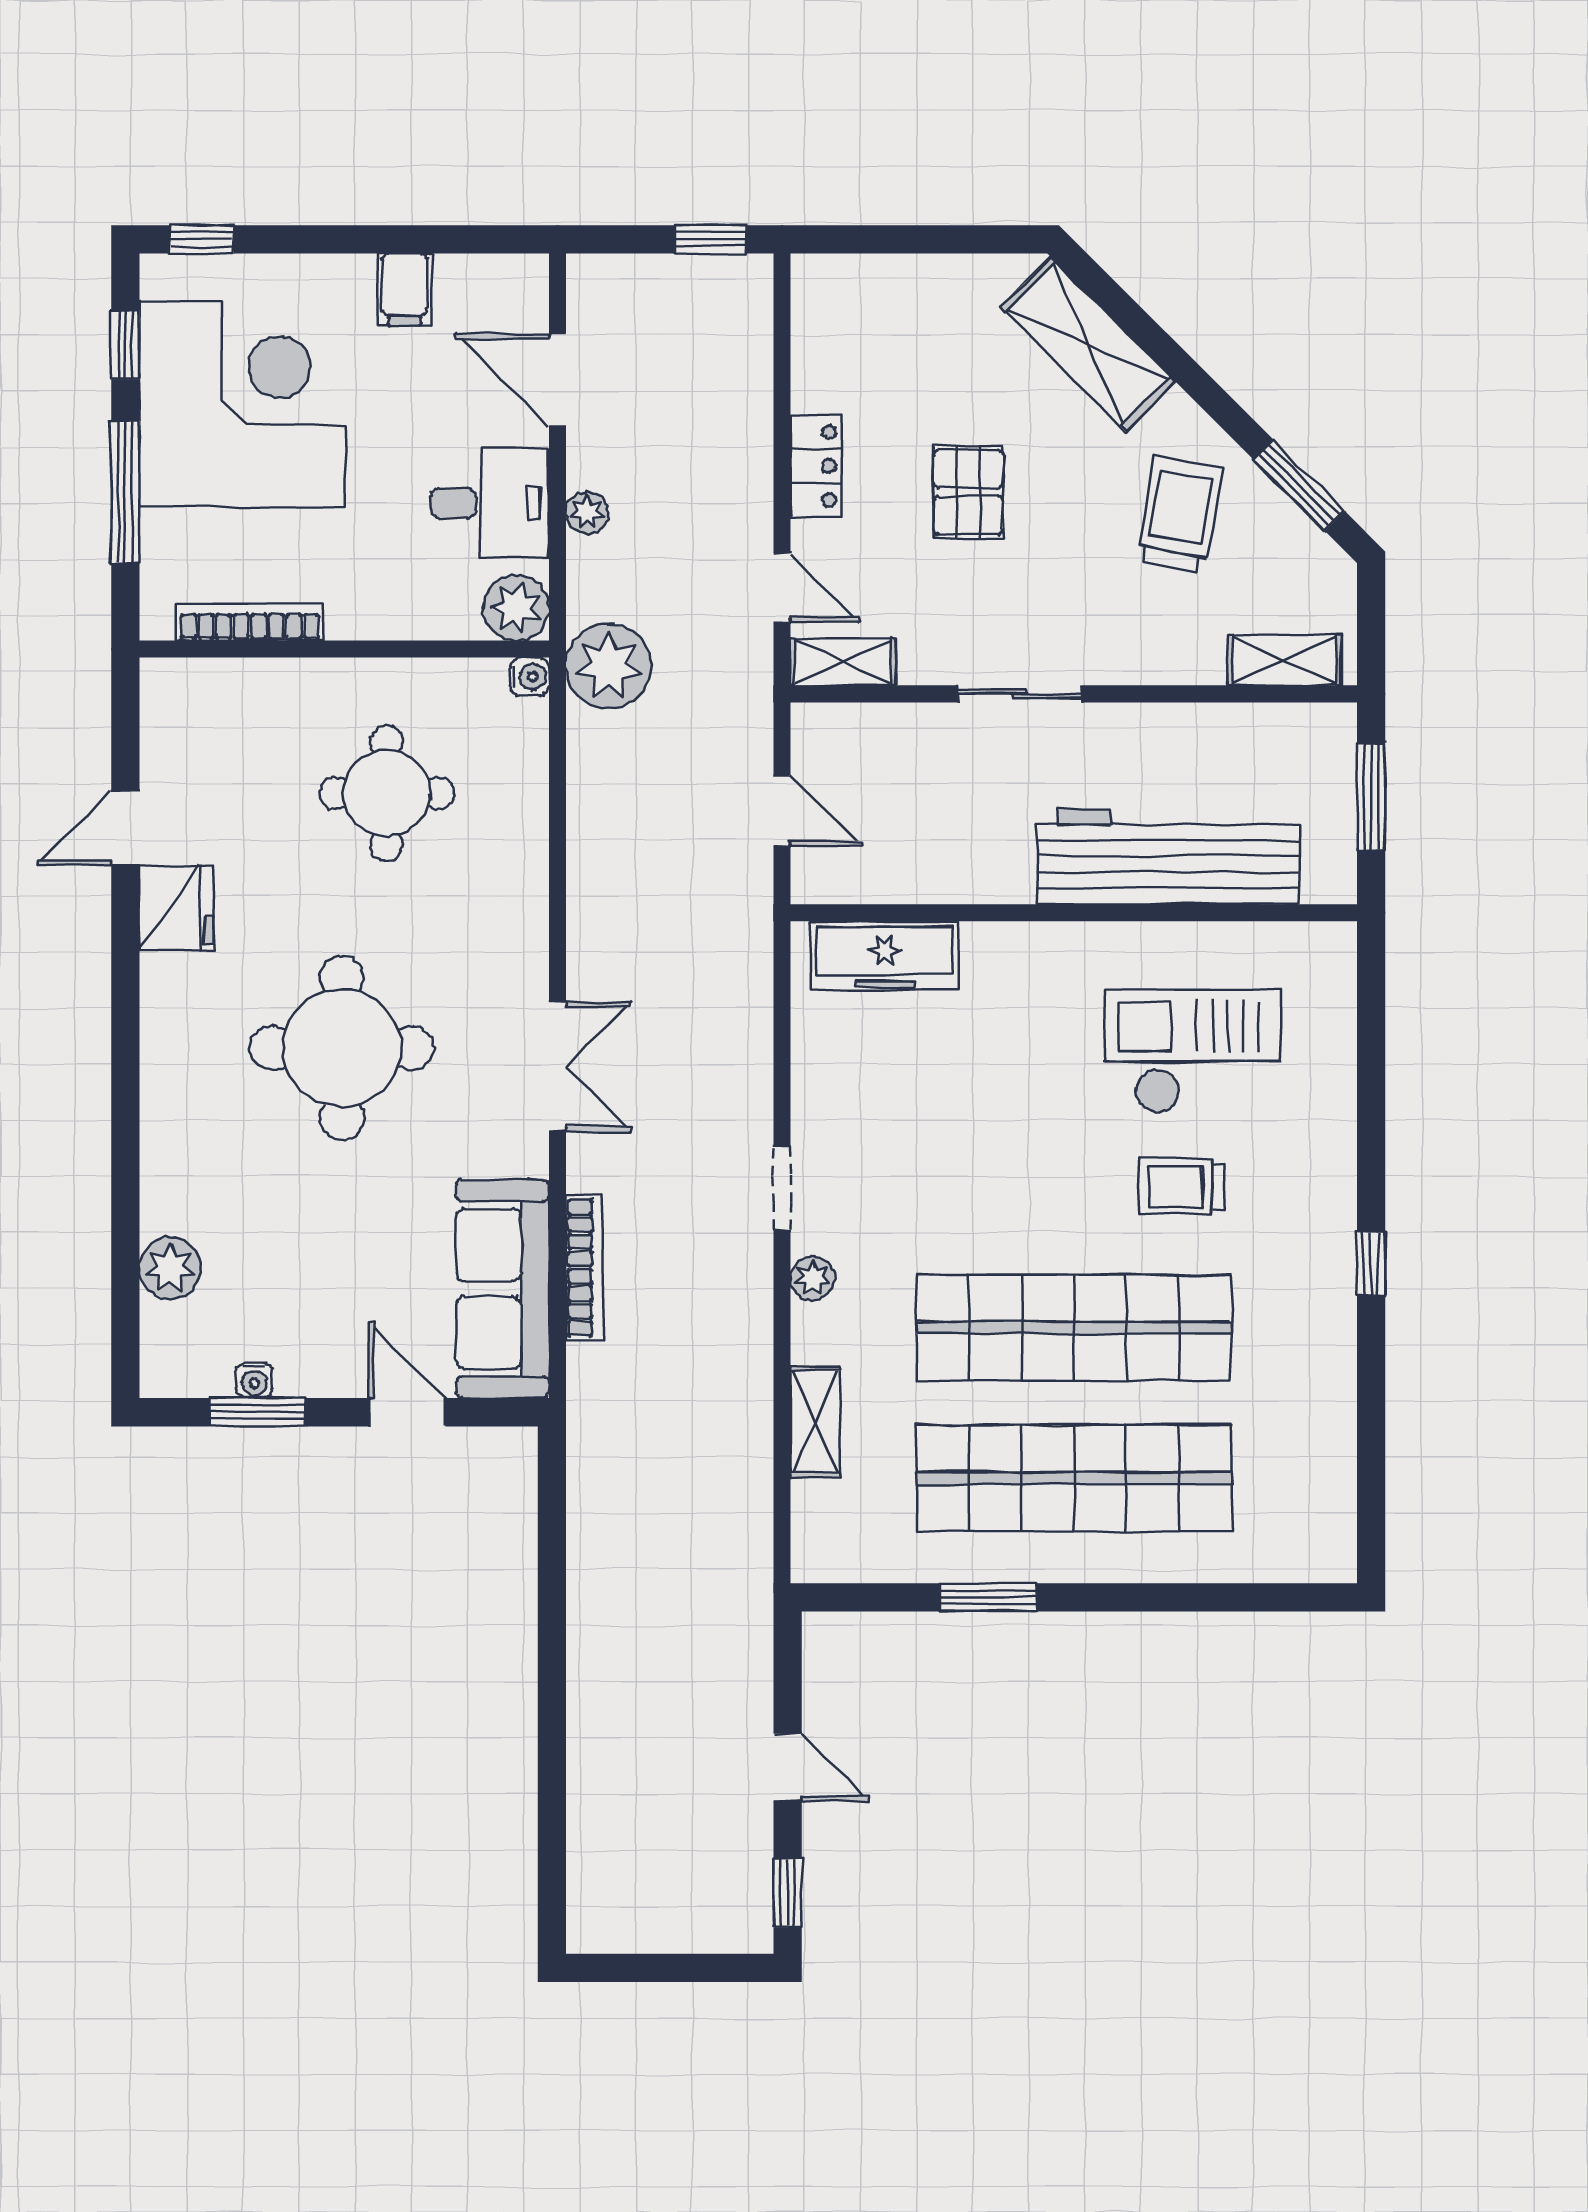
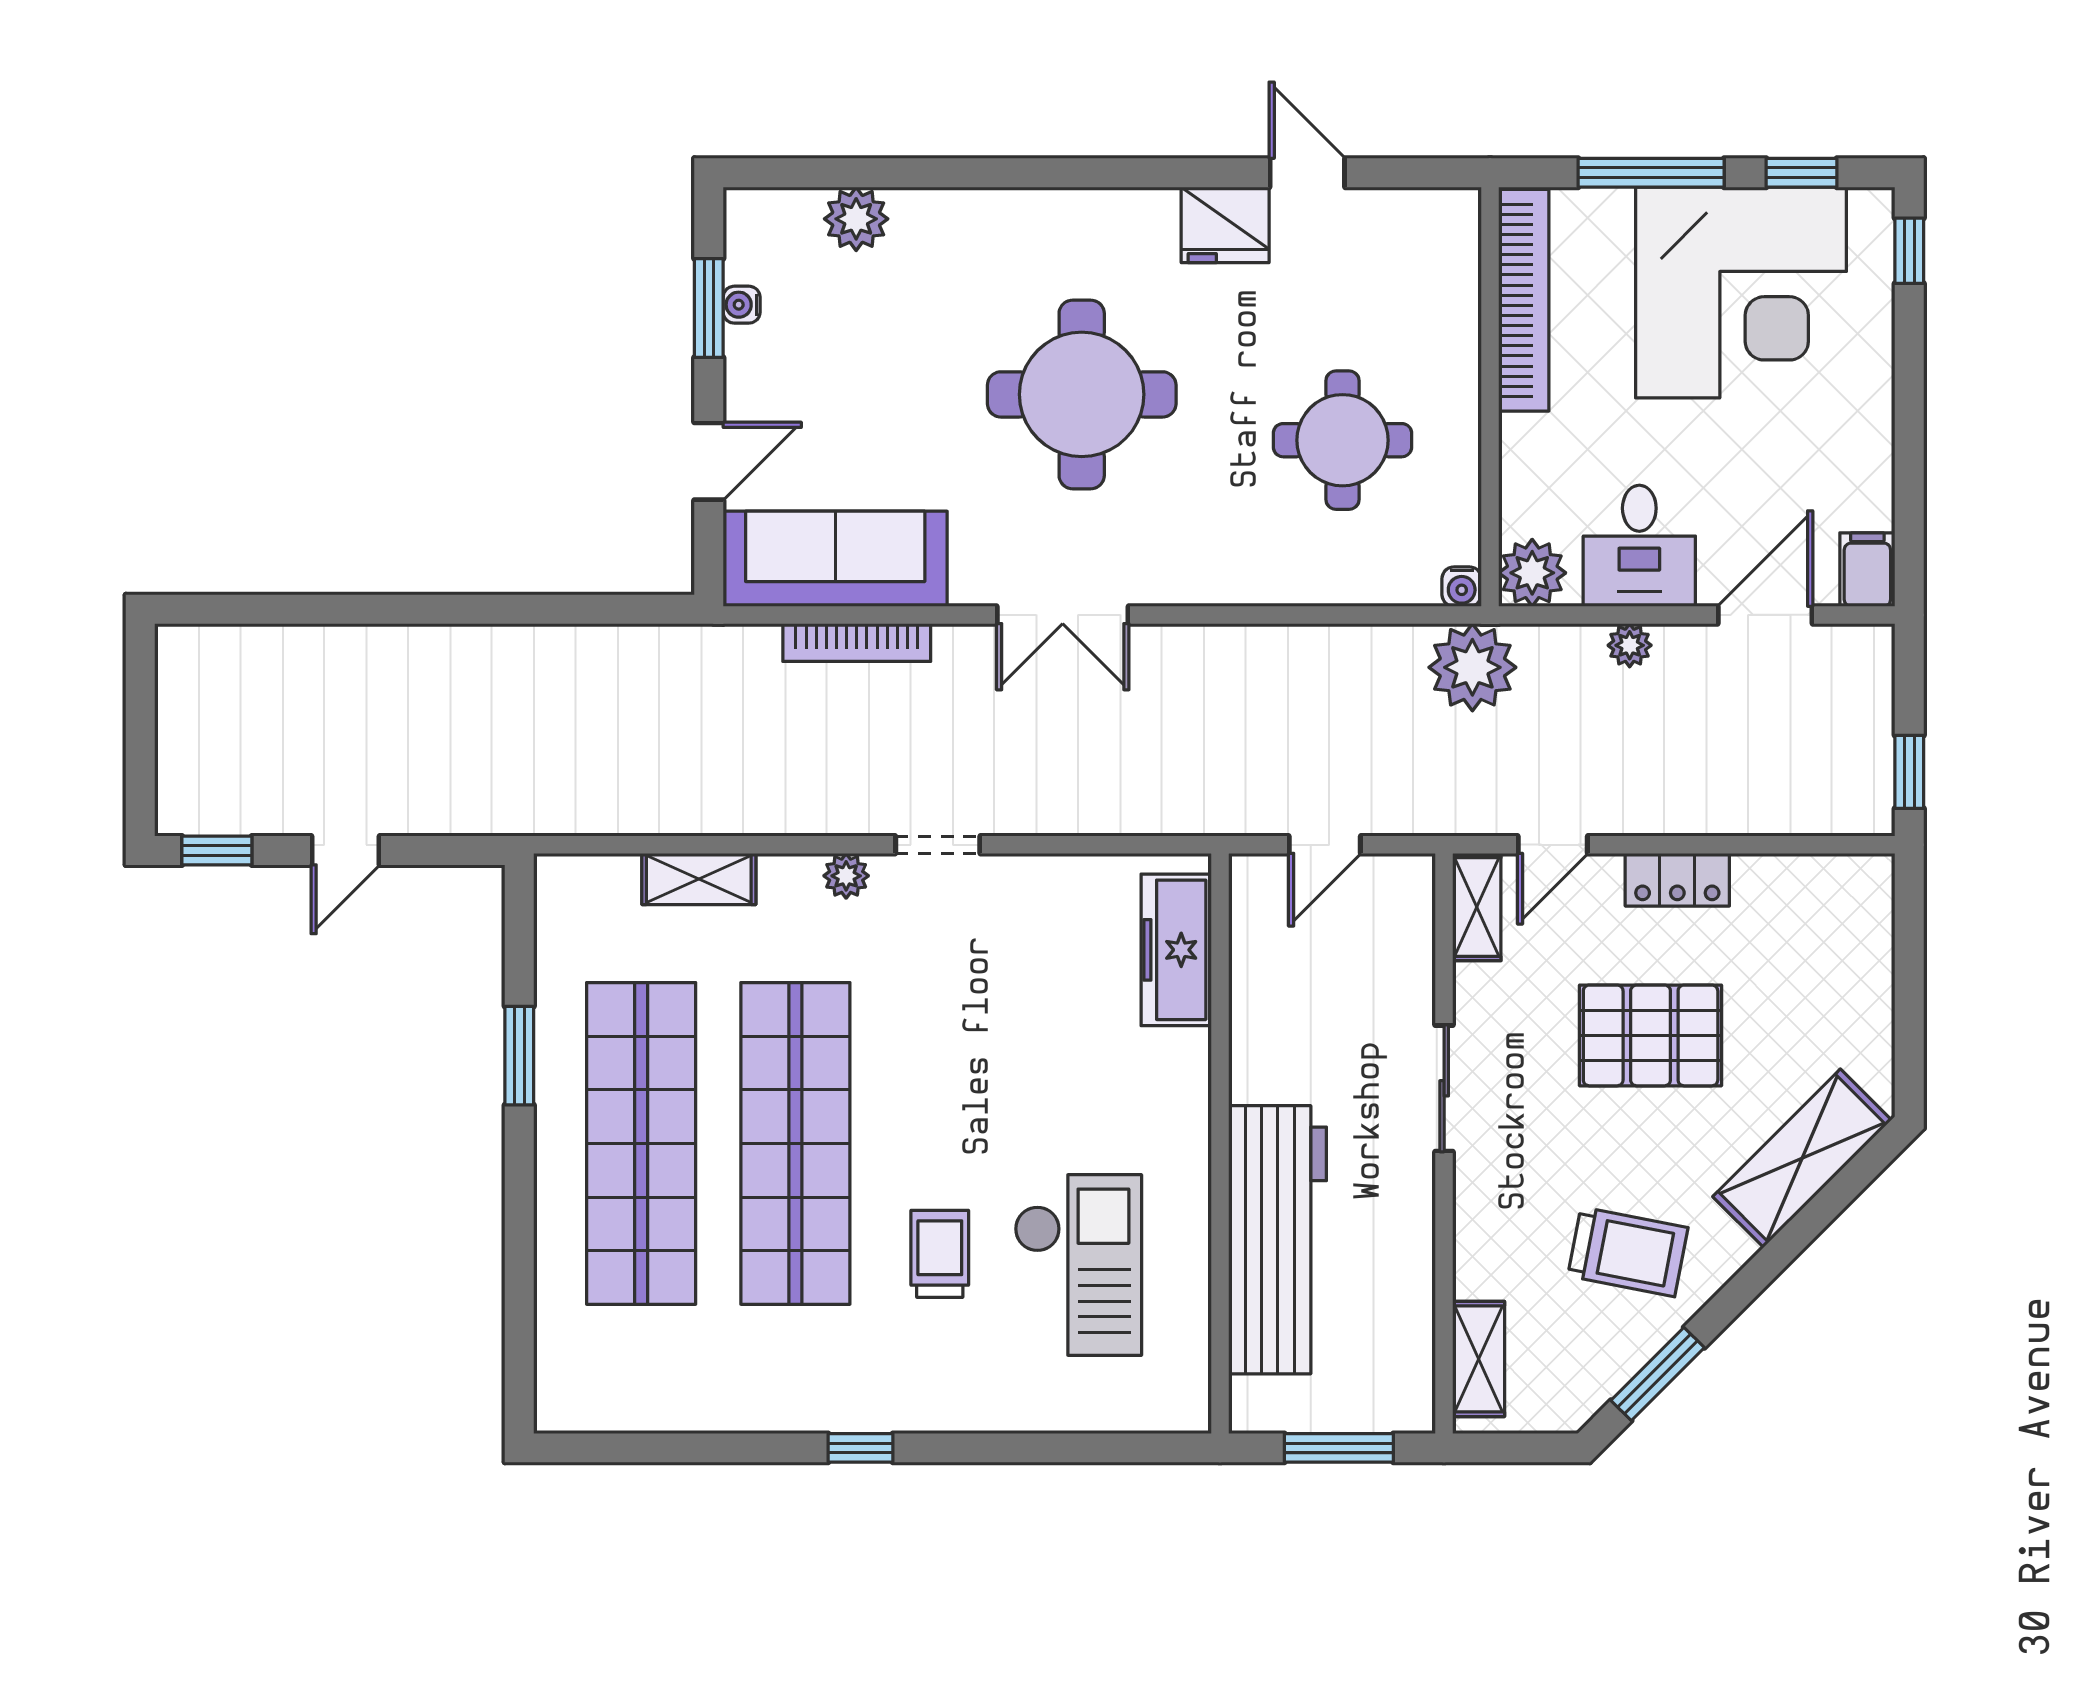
filing cabinet: (404, 289) -> (1867, 570), moved, turned 90
pallet: (968, 492) -> (1651, 1035), width x1.50, depth x1.42
bookcase: (250, 622) -> (1524, 300), width x1.48, depth x1.31

